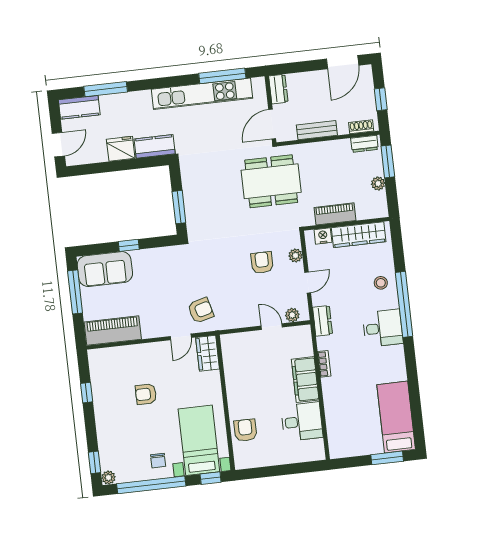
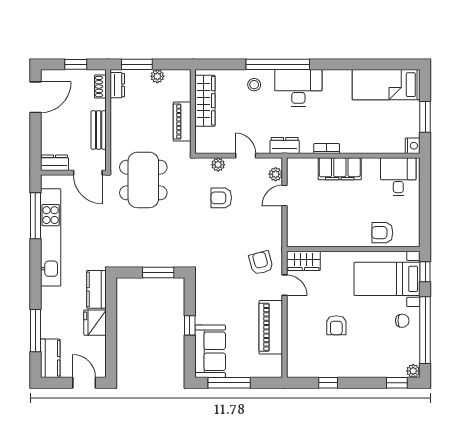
door: (343, 62) -> (35, 97), hinge flipped
nightstand: (323, 236) -> (413, 146), moved, turned 180
desk: (383, 328) -> (298, 88), width x1.37
piano: (113, 331) -> (271, 327), moved
desk: (302, 422) -> (398, 177), moved
window: (387, 458) -> (425, 117), moved

